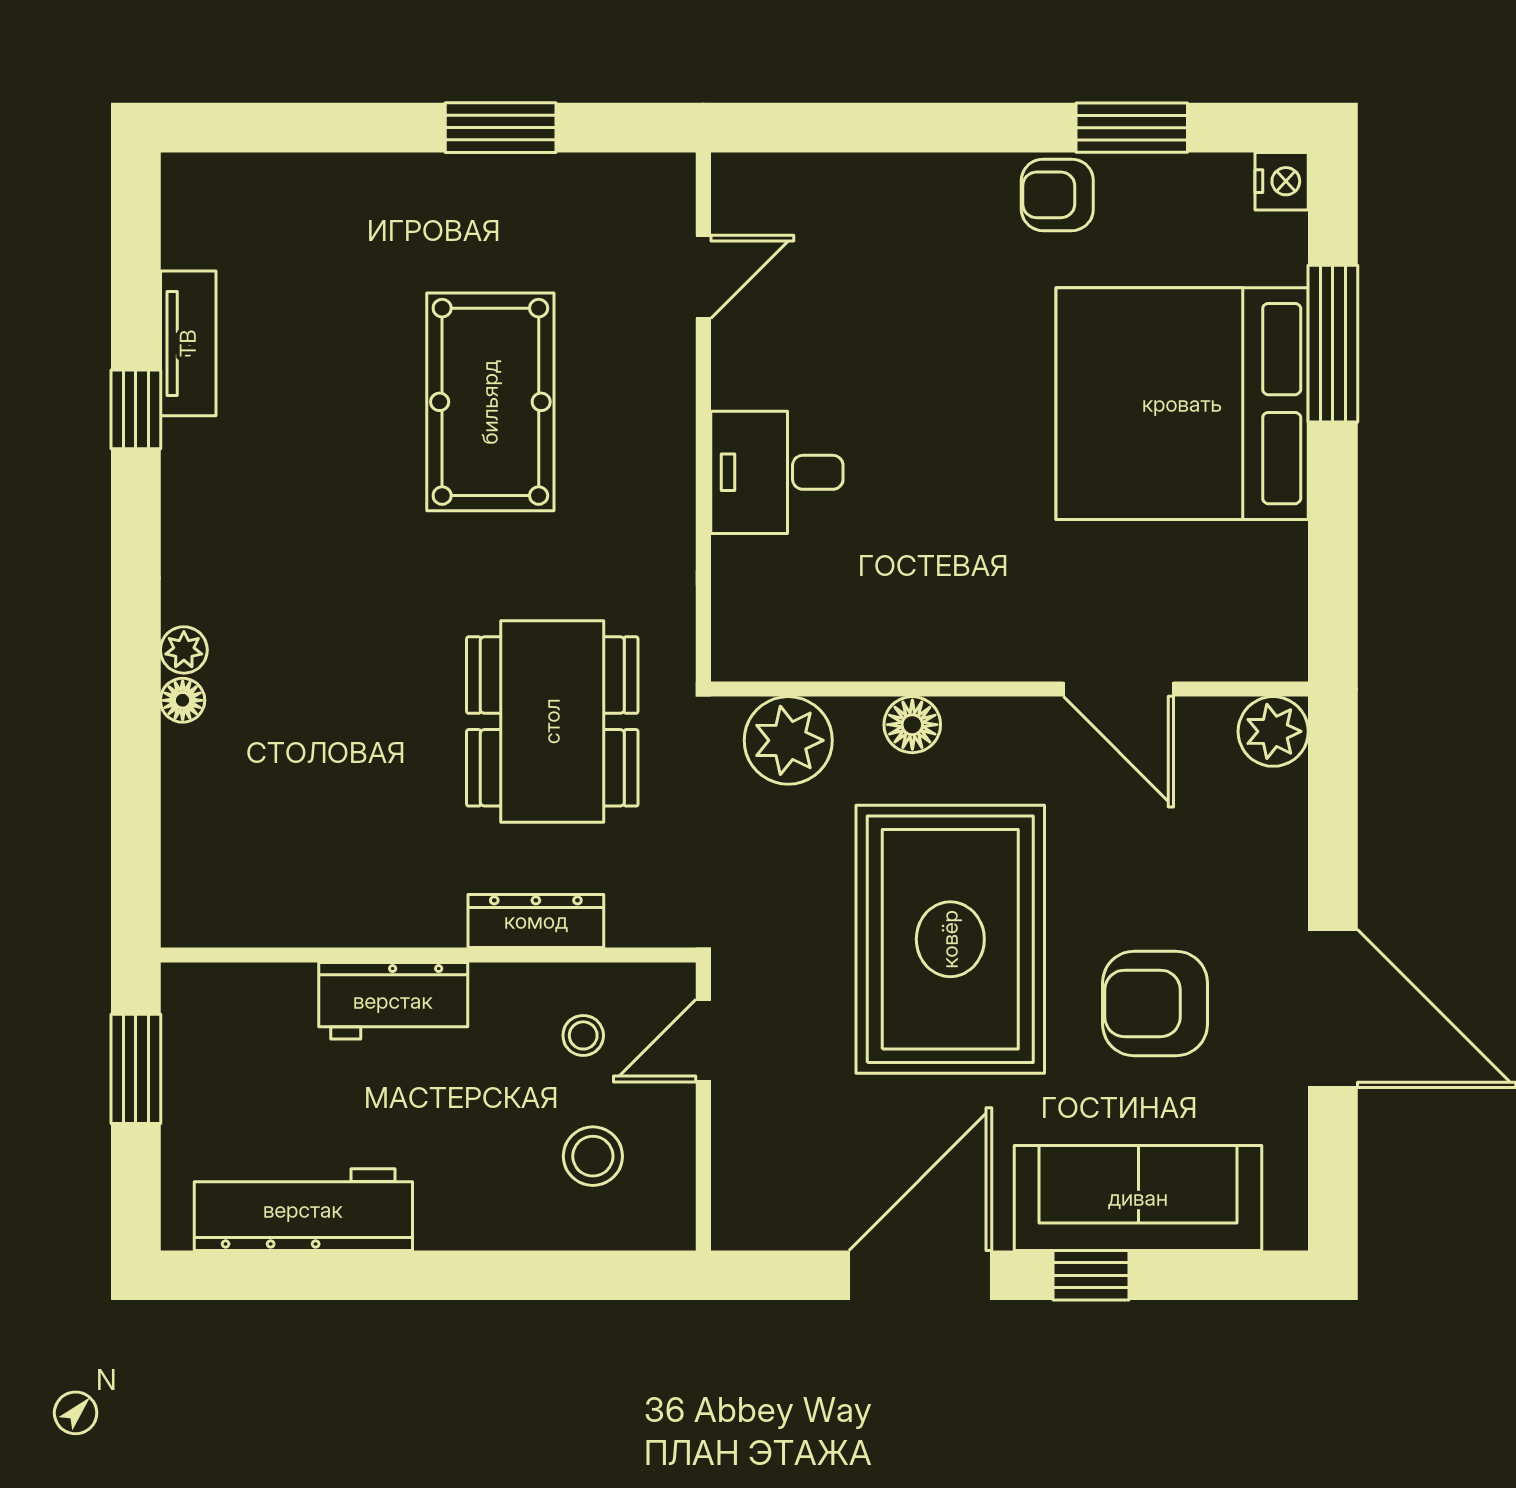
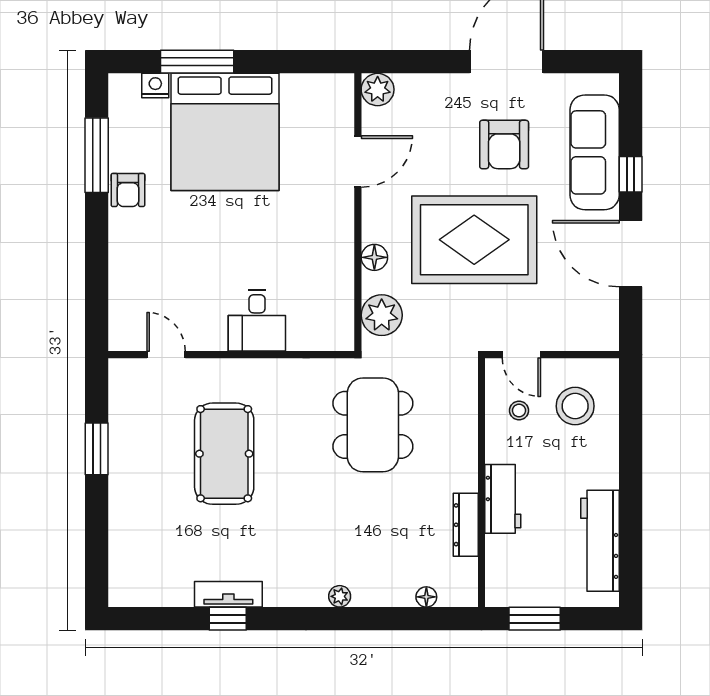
window: (1132, 128) -> (97, 155), width x1.44
nightstand: (1282, 181) -> (155, 86), moved
tv unit: (188, 343) -> (228, 594), moved
pool table: (490, 402) -> (224, 454), turned 90
floor lamp: (183, 700) -> (426, 597), moved
dining table: (552, 721) -> (373, 425), turned 90
dresser: (536, 921) -> (466, 525), moved
stool: (593, 1156) -> (575, 406), width x1.38, depth x1.38

